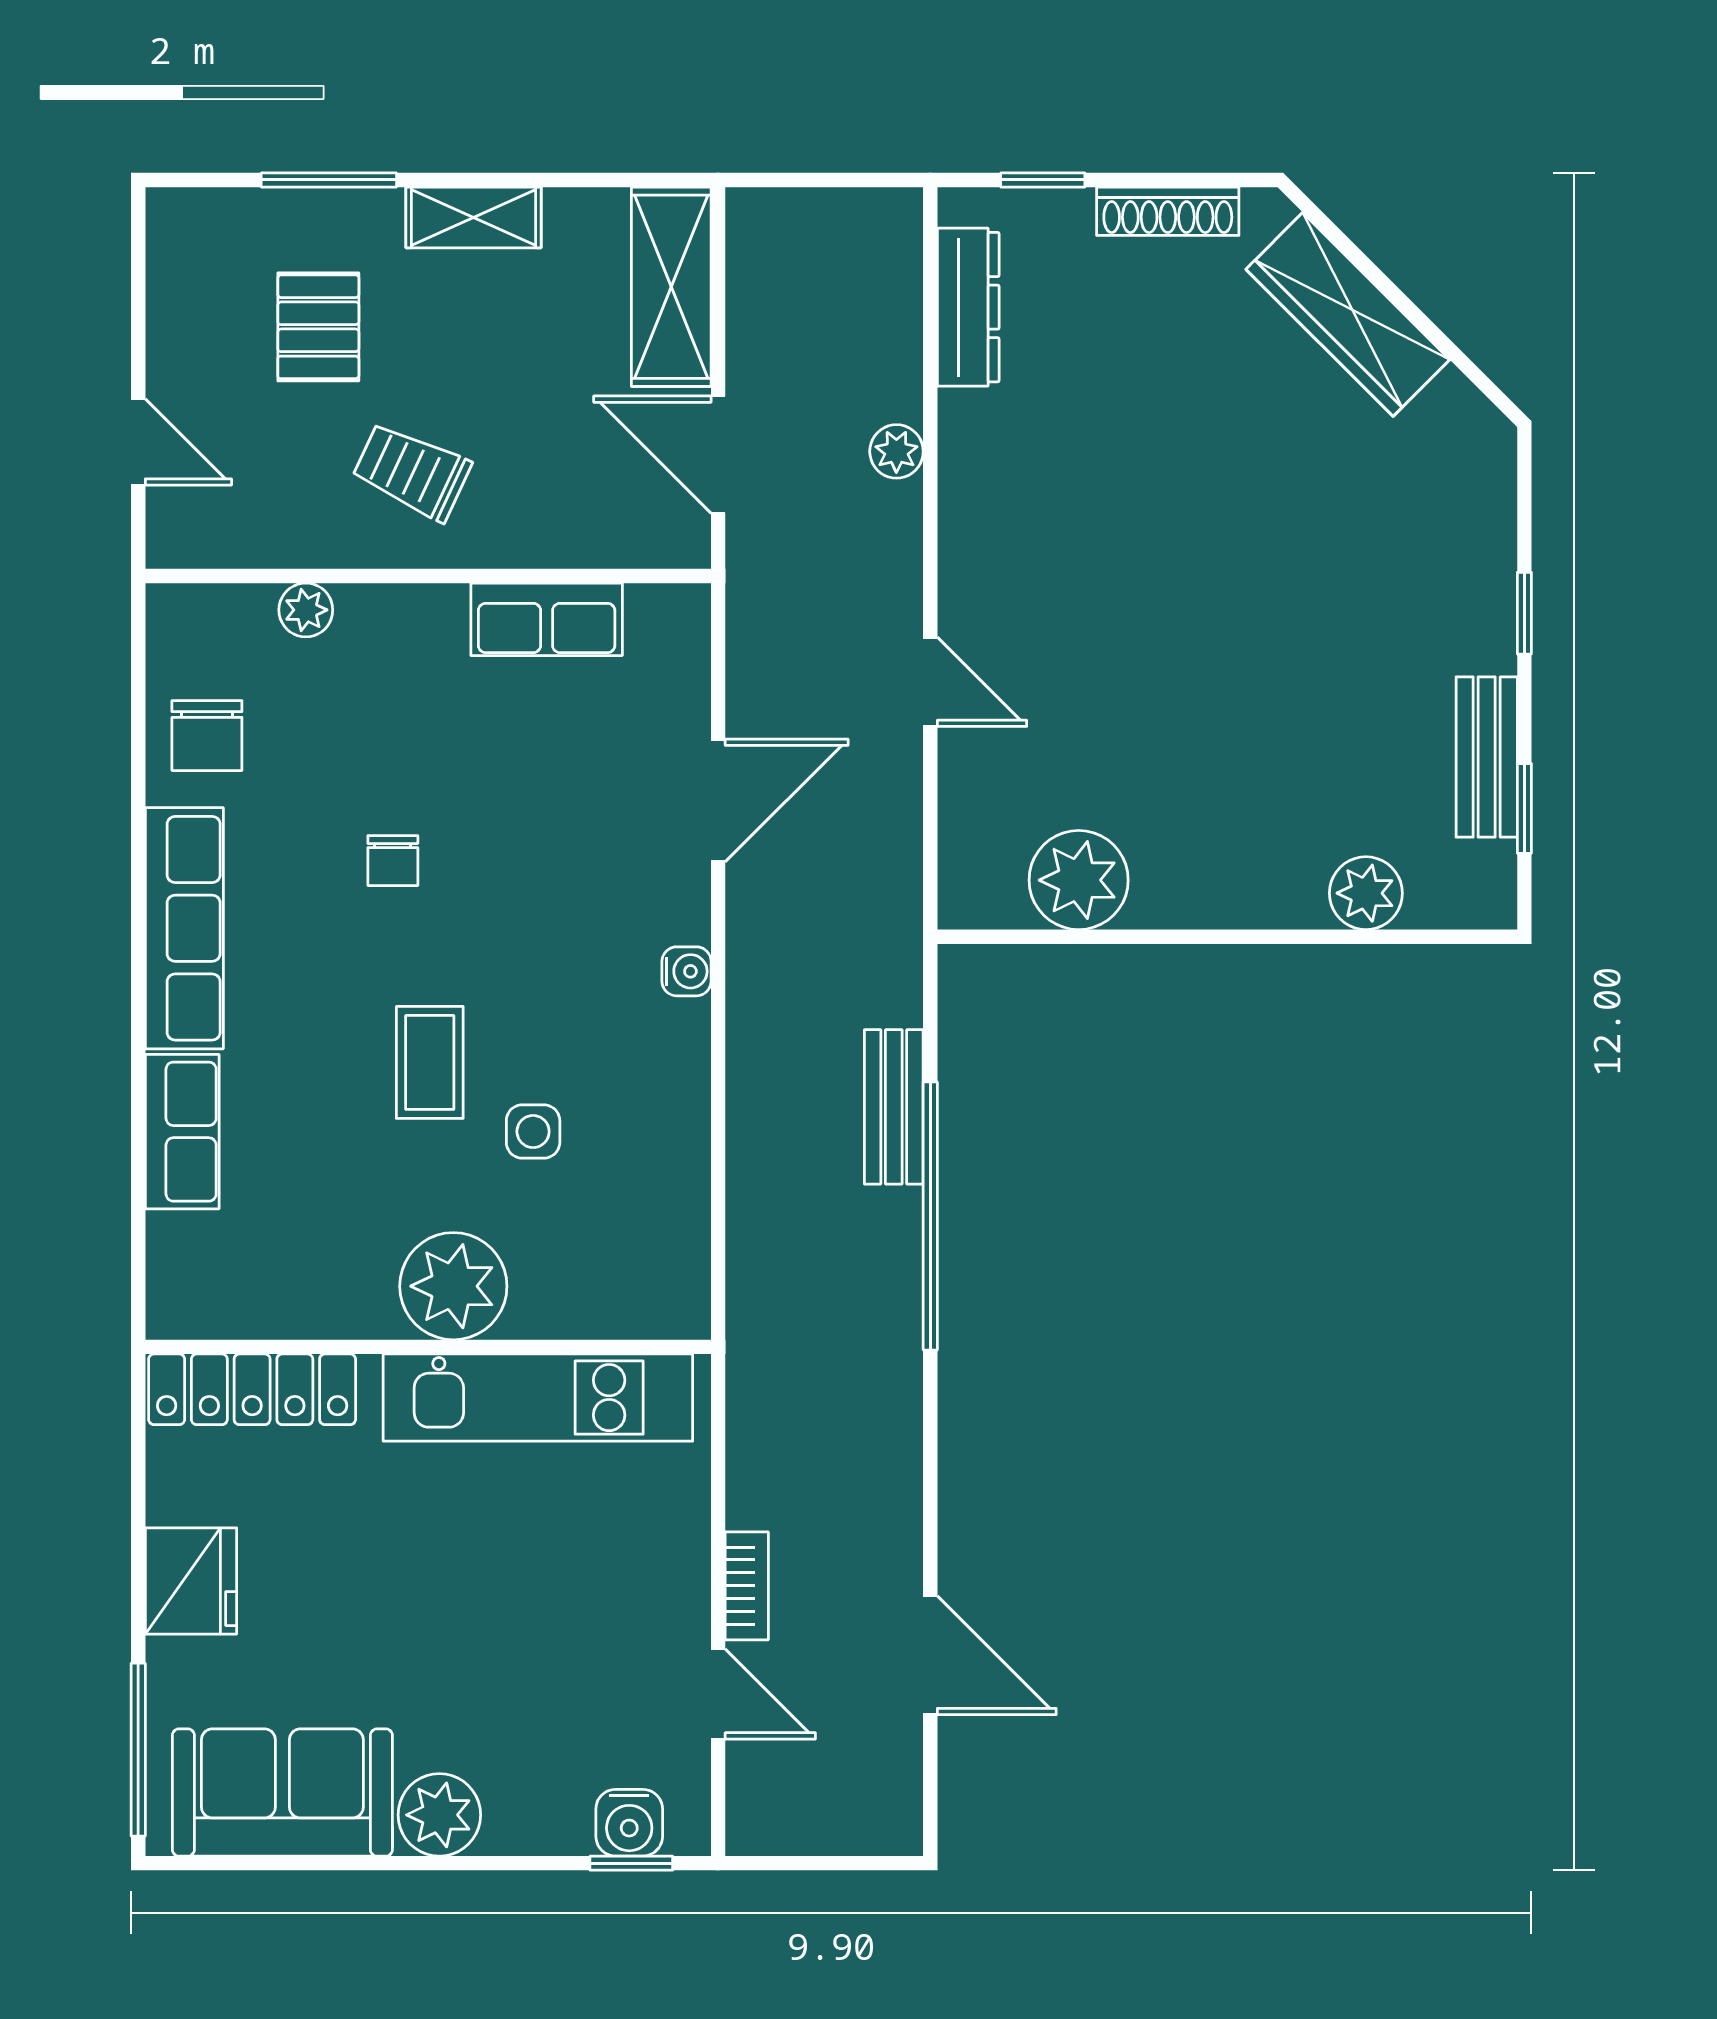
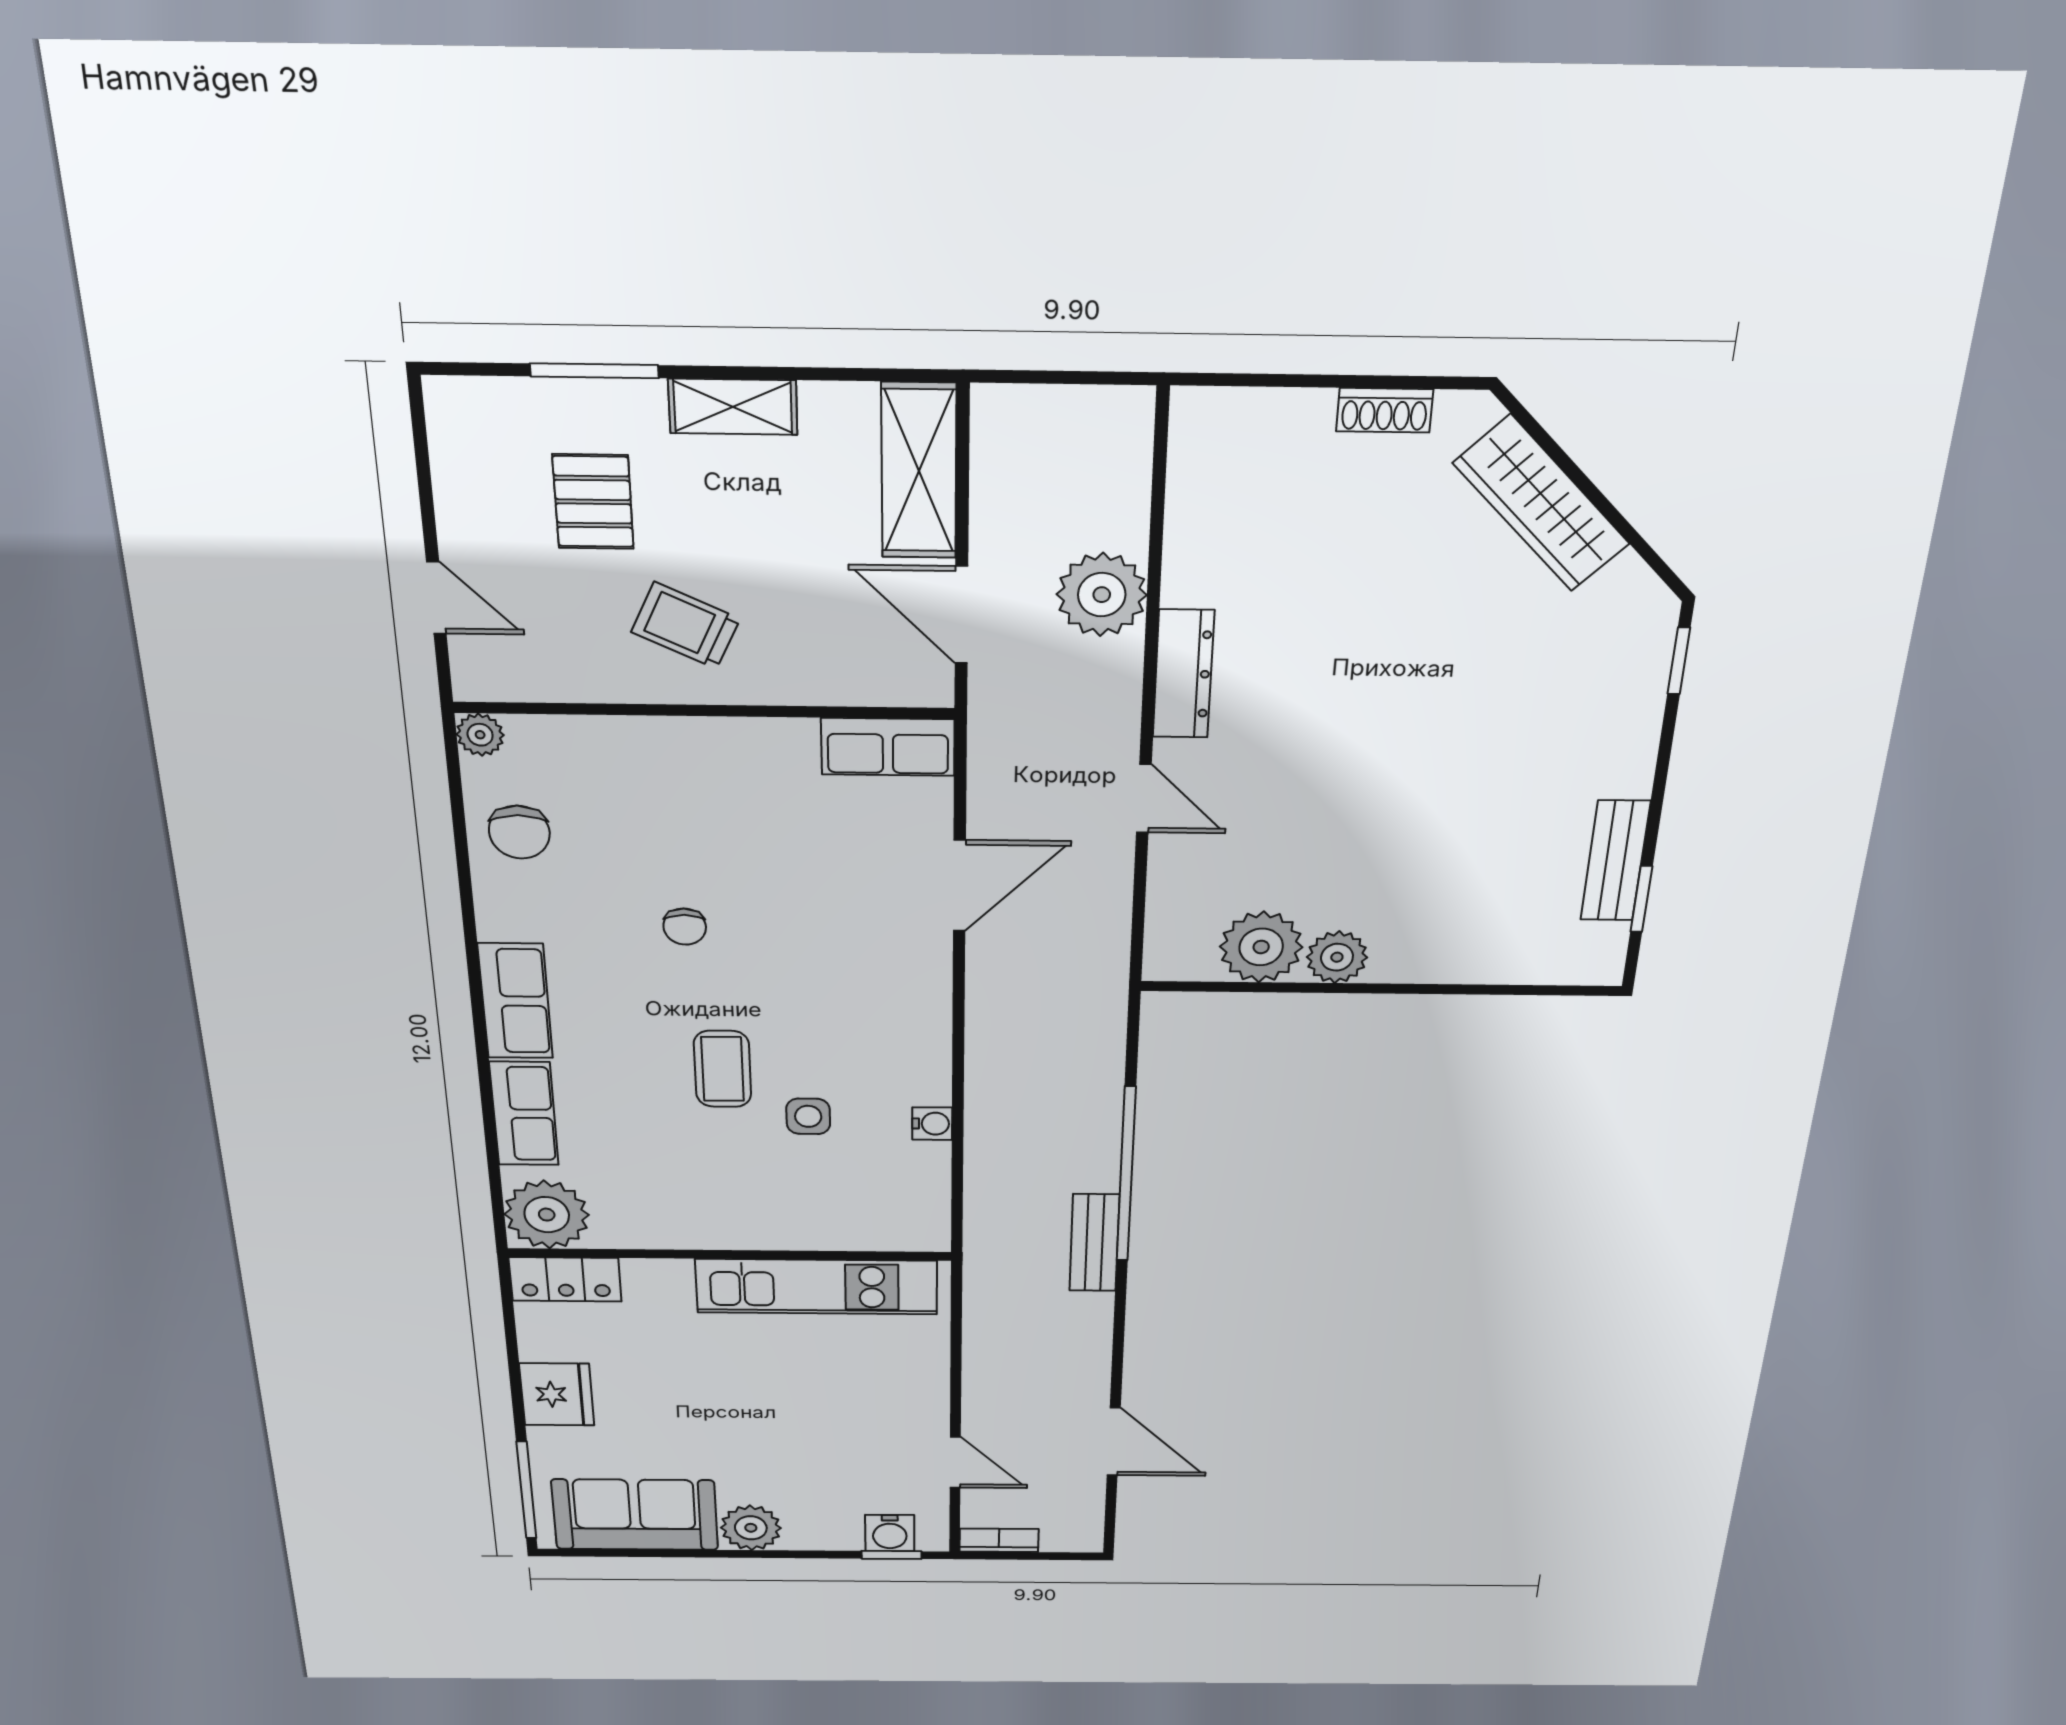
window: (1043, 180) -> (1270, 380), removed
shoe rack: (1168, 211) -> (1385, 410), width x0.70
dresser: (968, 307) -> (1183, 674), moved
plant: (896, 451) -> (1102, 595), width x1.87, depth x1.87
plant: (306, 610) -> (480, 735), moved
window: (1524, 613) -> (1679, 661), moved
row of seats: (547, 619) -> (888, 747), moved
plant: (1366, 893) -> (1337, 957), moved
row of seats: (184, 928) -> (515, 1001), width x0.68
water cooler: (687, 971) -> (932, 1124), moved
bench: (894, 1107) -> (1094, 1243), moved
plant: (453, 1286) -> (547, 1215), moved
locker: (252, 1389) -> (565, 1279), width x0.66
bookcase: (747, 1586) -> (999, 1540), moved, turned -90

